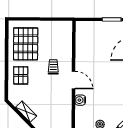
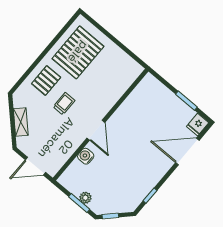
trolley: (53, 67) -> (64, 104), moved

